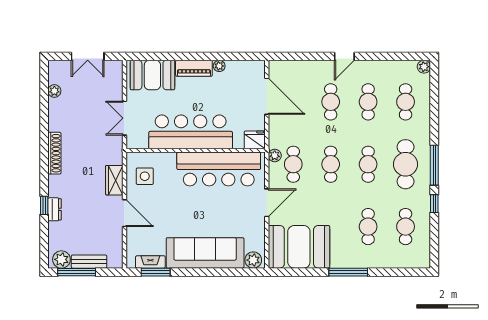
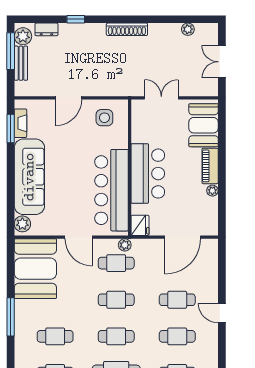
bar counter: (191, 132) -> (148, 174), width x0.73
wardrobe: (114, 180) -> (101, 88), removed
dresser: (55, 209) -> (46, 29), moved

